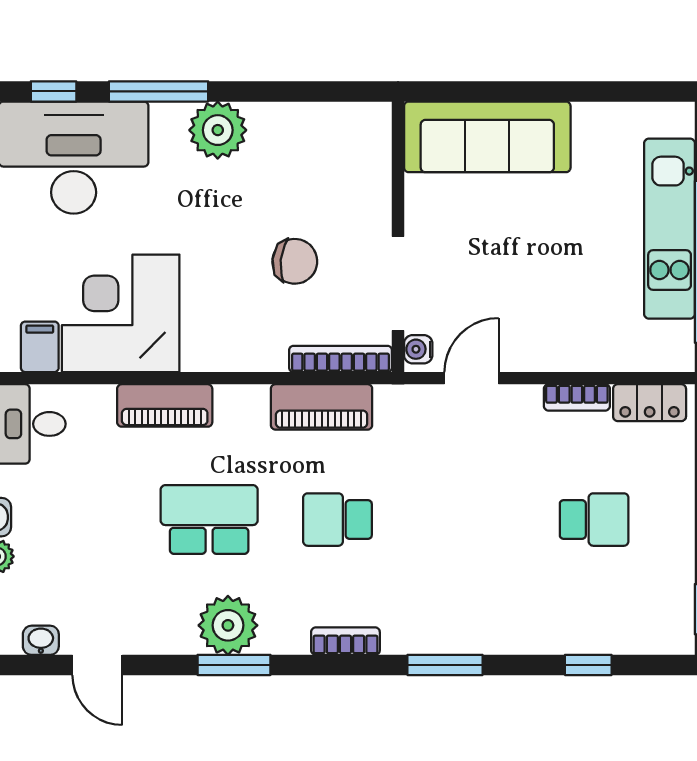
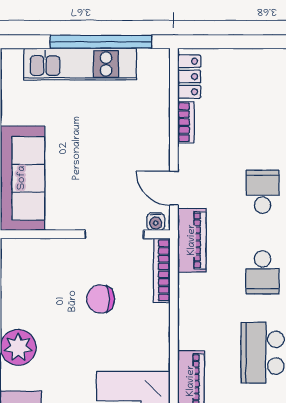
chair: (295, 261) -> (101, 299), turned -96
piano: (322, 407) -> (192, 240), moved
school desk: (594, 520) -> (263, 192), moved

